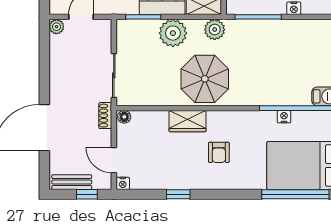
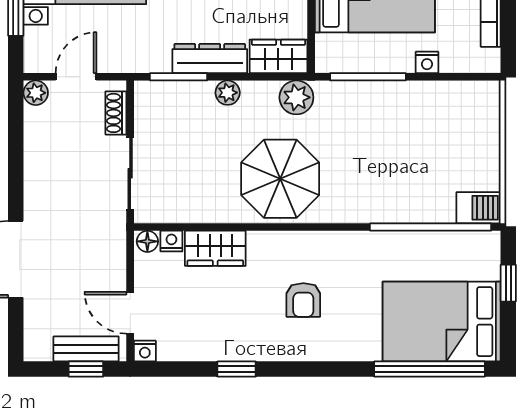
plant: (173, 33) -> (228, 93), width x0.53, depth x0.53
shoe rack: (105, 116) -> (116, 113), moved
nightstand: (284, 117) -> (171, 241), moved
wardrobe: (188, 121) -> (215, 248), moved
bench: (72, 182) -> (86, 349), moved

